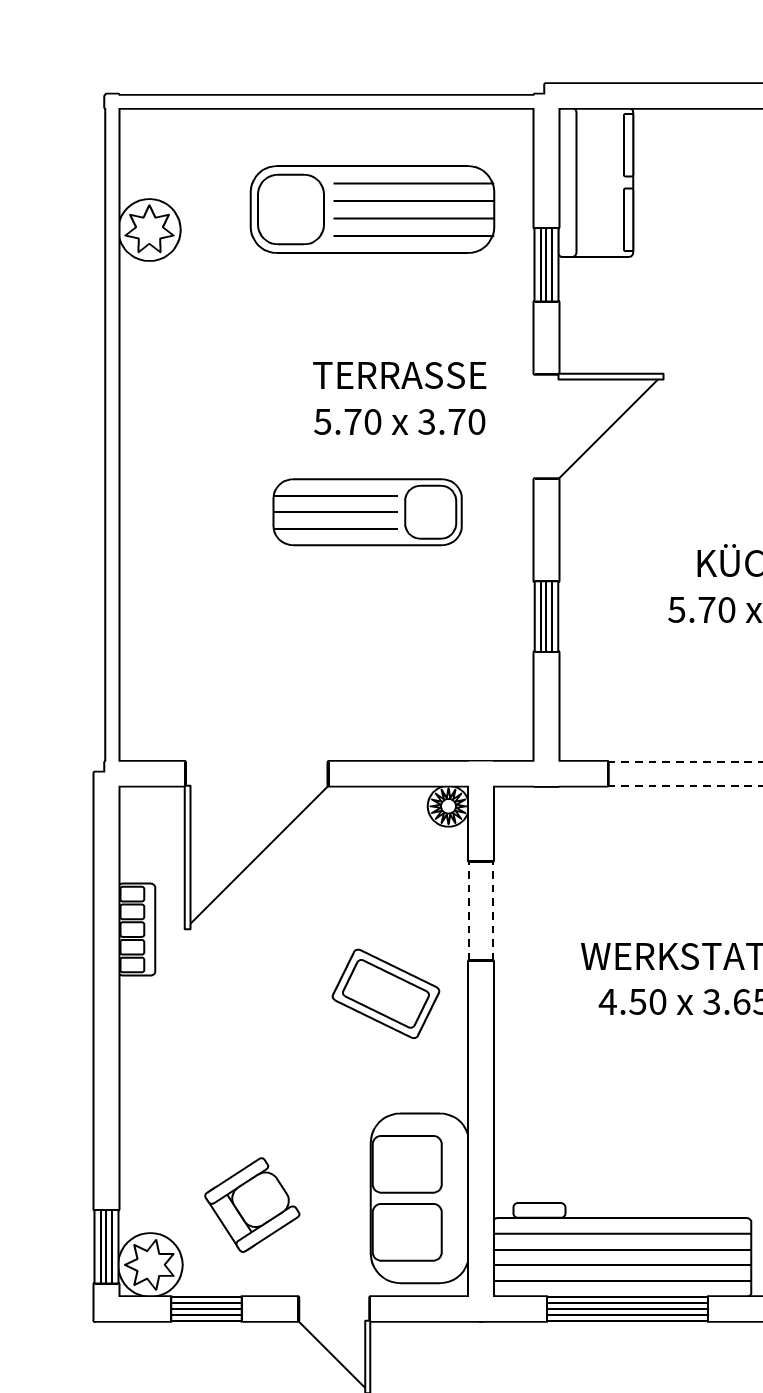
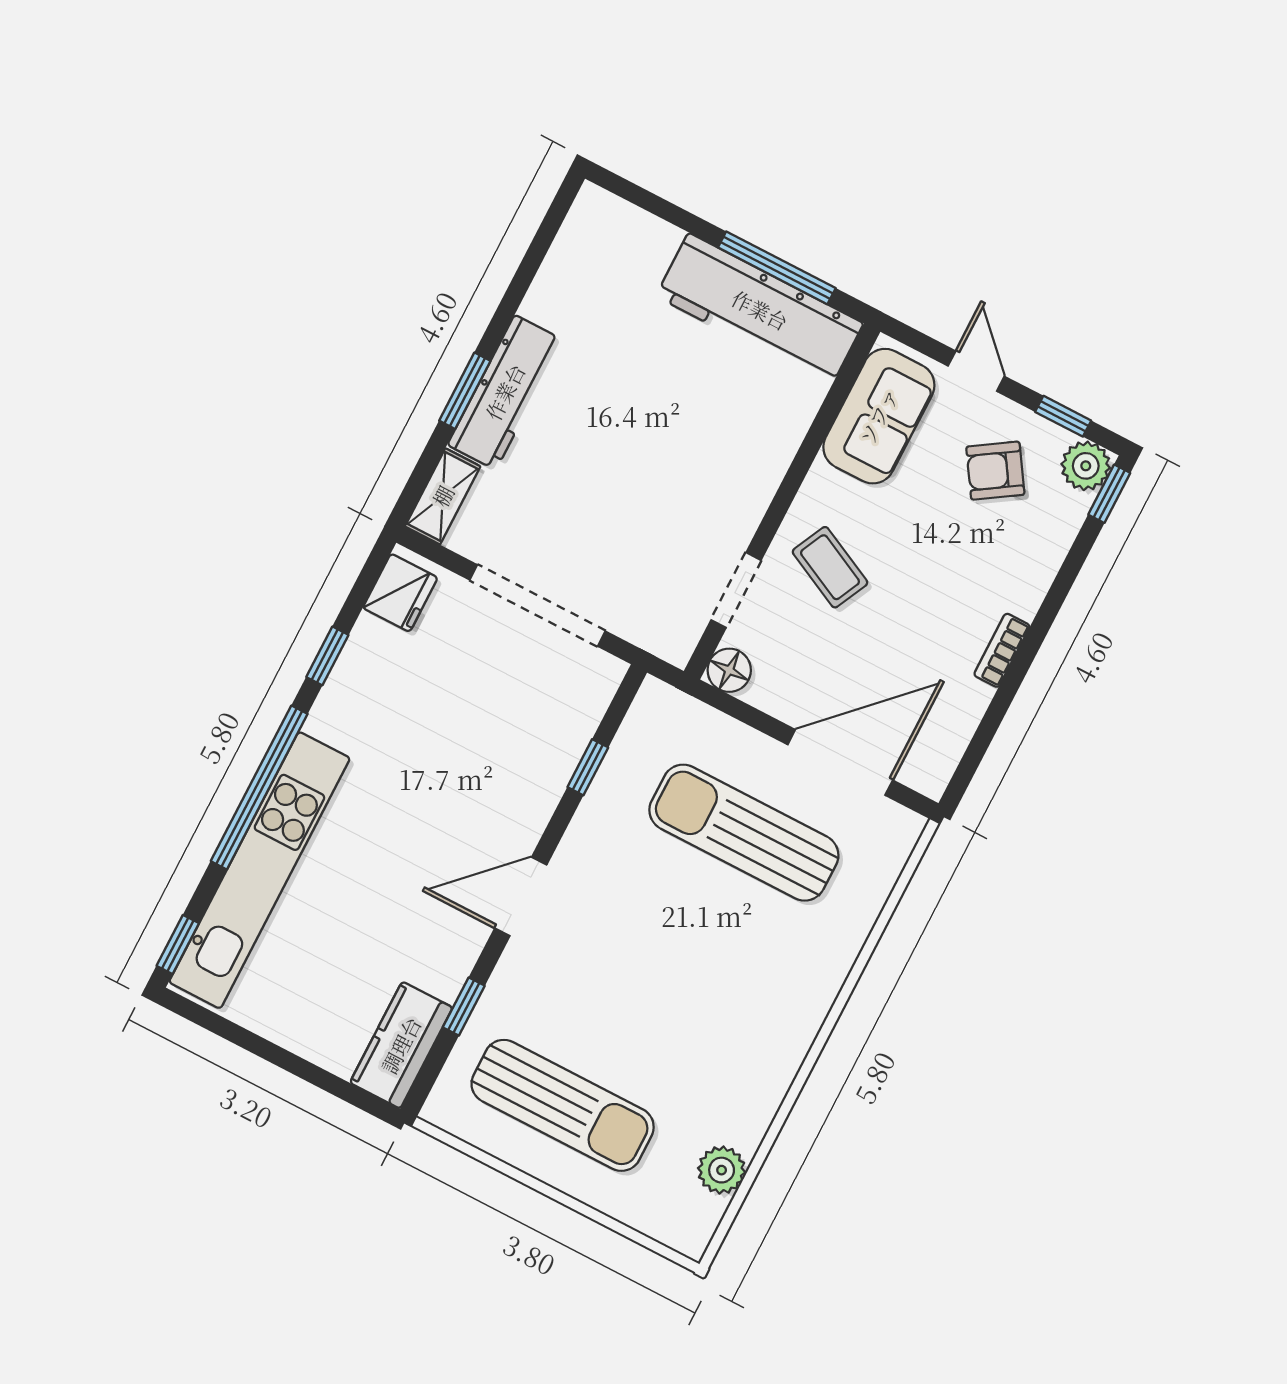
sun lounger: (368, 512) -> (744, 833), moved, width x1.36, depth x1.34
floor lamp: (449, 806) -> (729, 670), width x1.37, depth x1.37
bookcase: (137, 930) -> (1002, 650), moved

